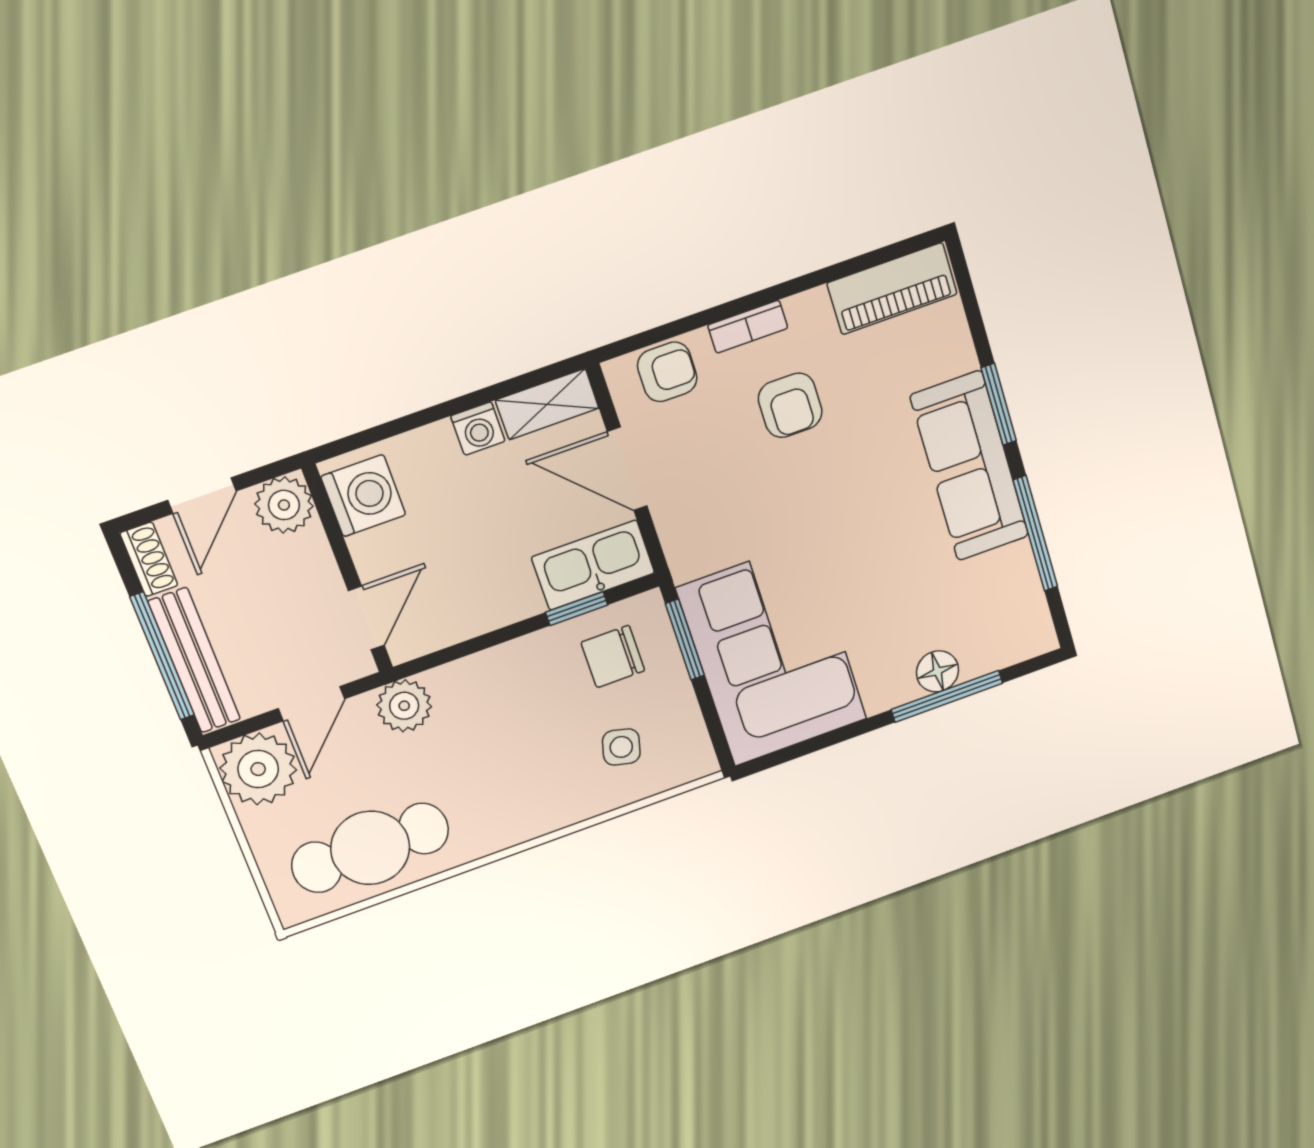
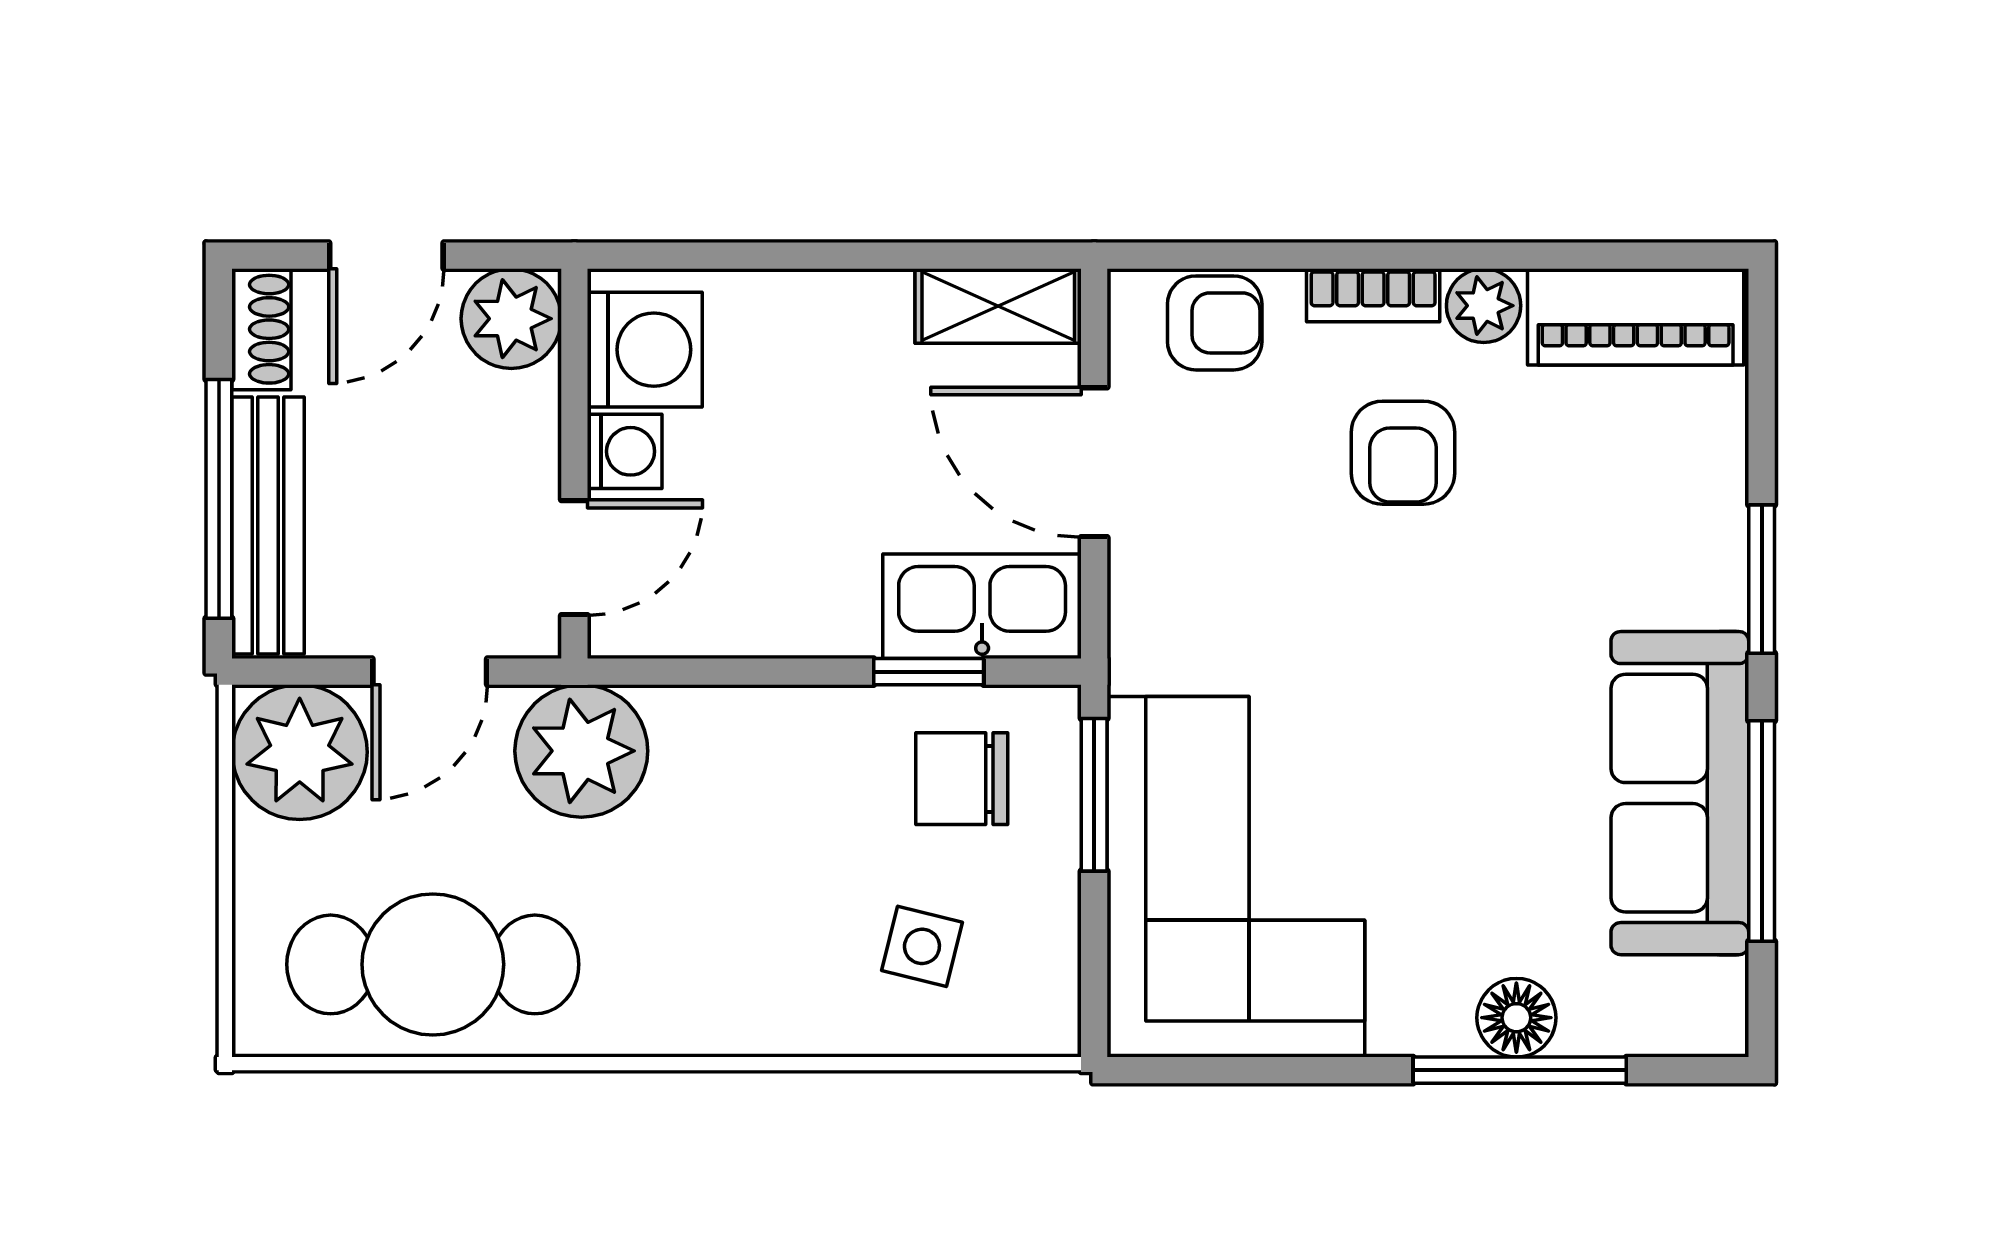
plant: (809, 311) -> (1484, 306), added
washing machine: (478, 429) -> (625, 451), moved, turned -90
sofa: (970, 466) -> (1680, 793), moved
plant: (404, 706) -> (581, 751), width x1.36, depth x1.36

